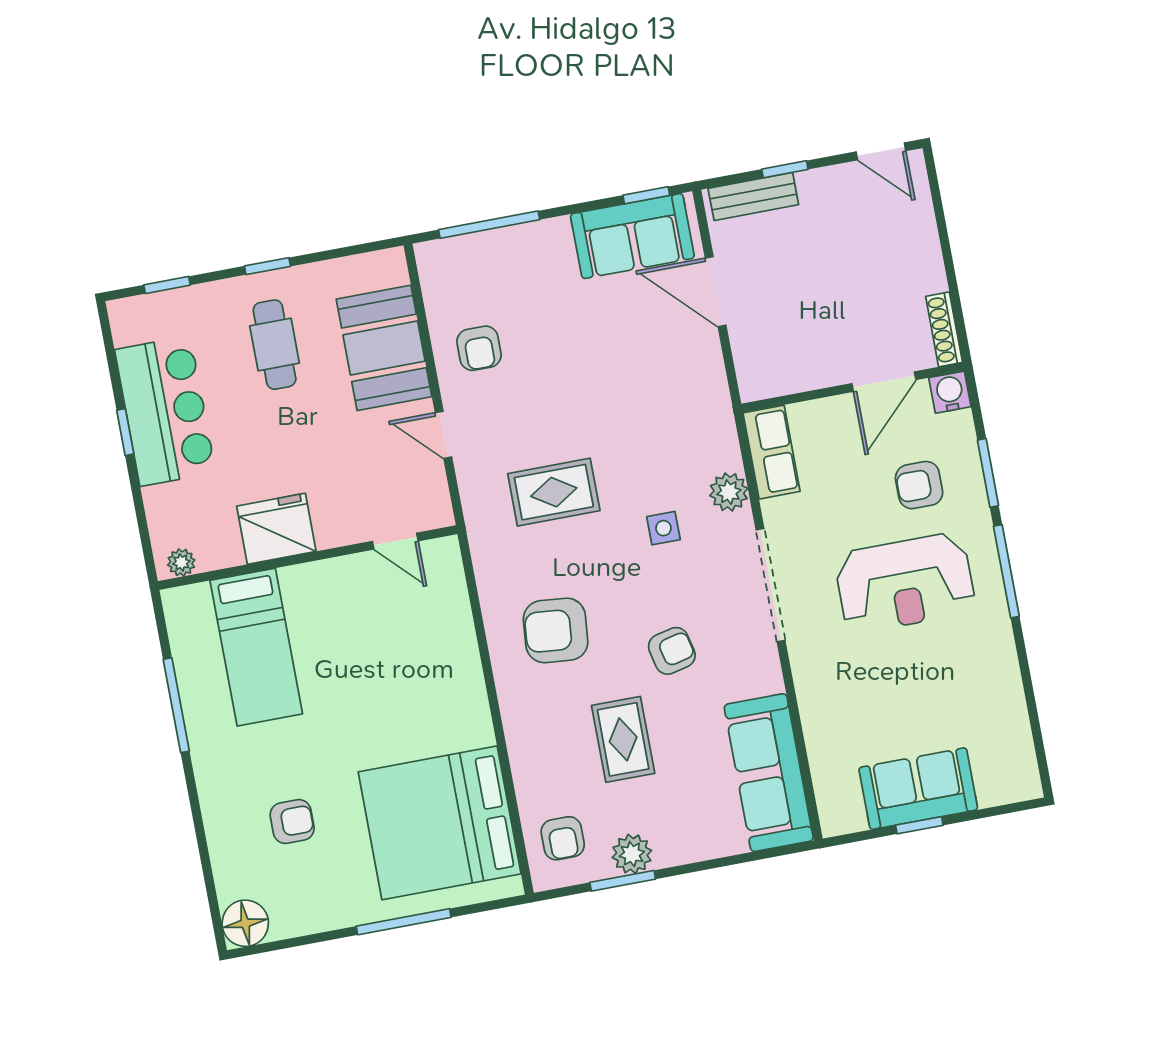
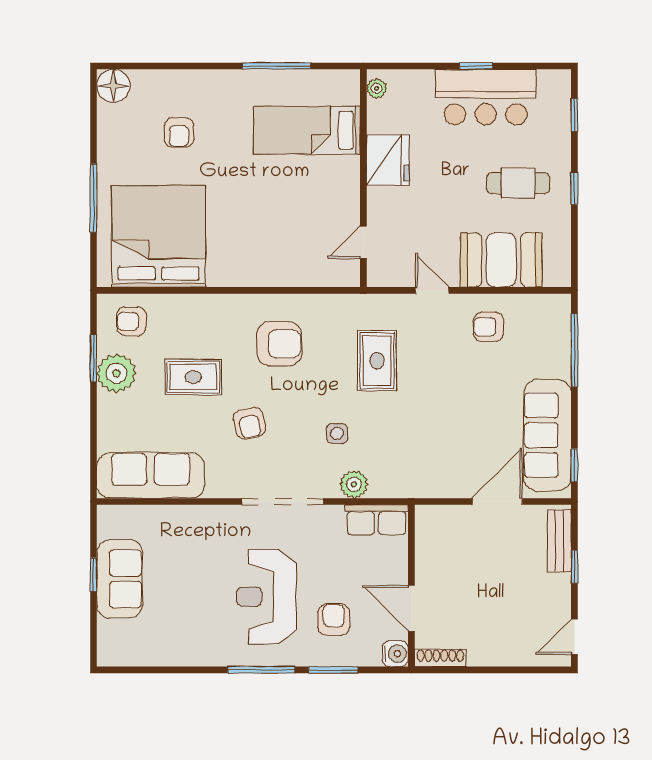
sofa: (632, 236) -> (547, 435), width x1.36
door: (444, 435) -> (432, 290), hinge flipped
armchair: (556, 630) -> (279, 344), turned 85
plant: (632, 854) -> (116, 373), width x1.36, depth x1.36

